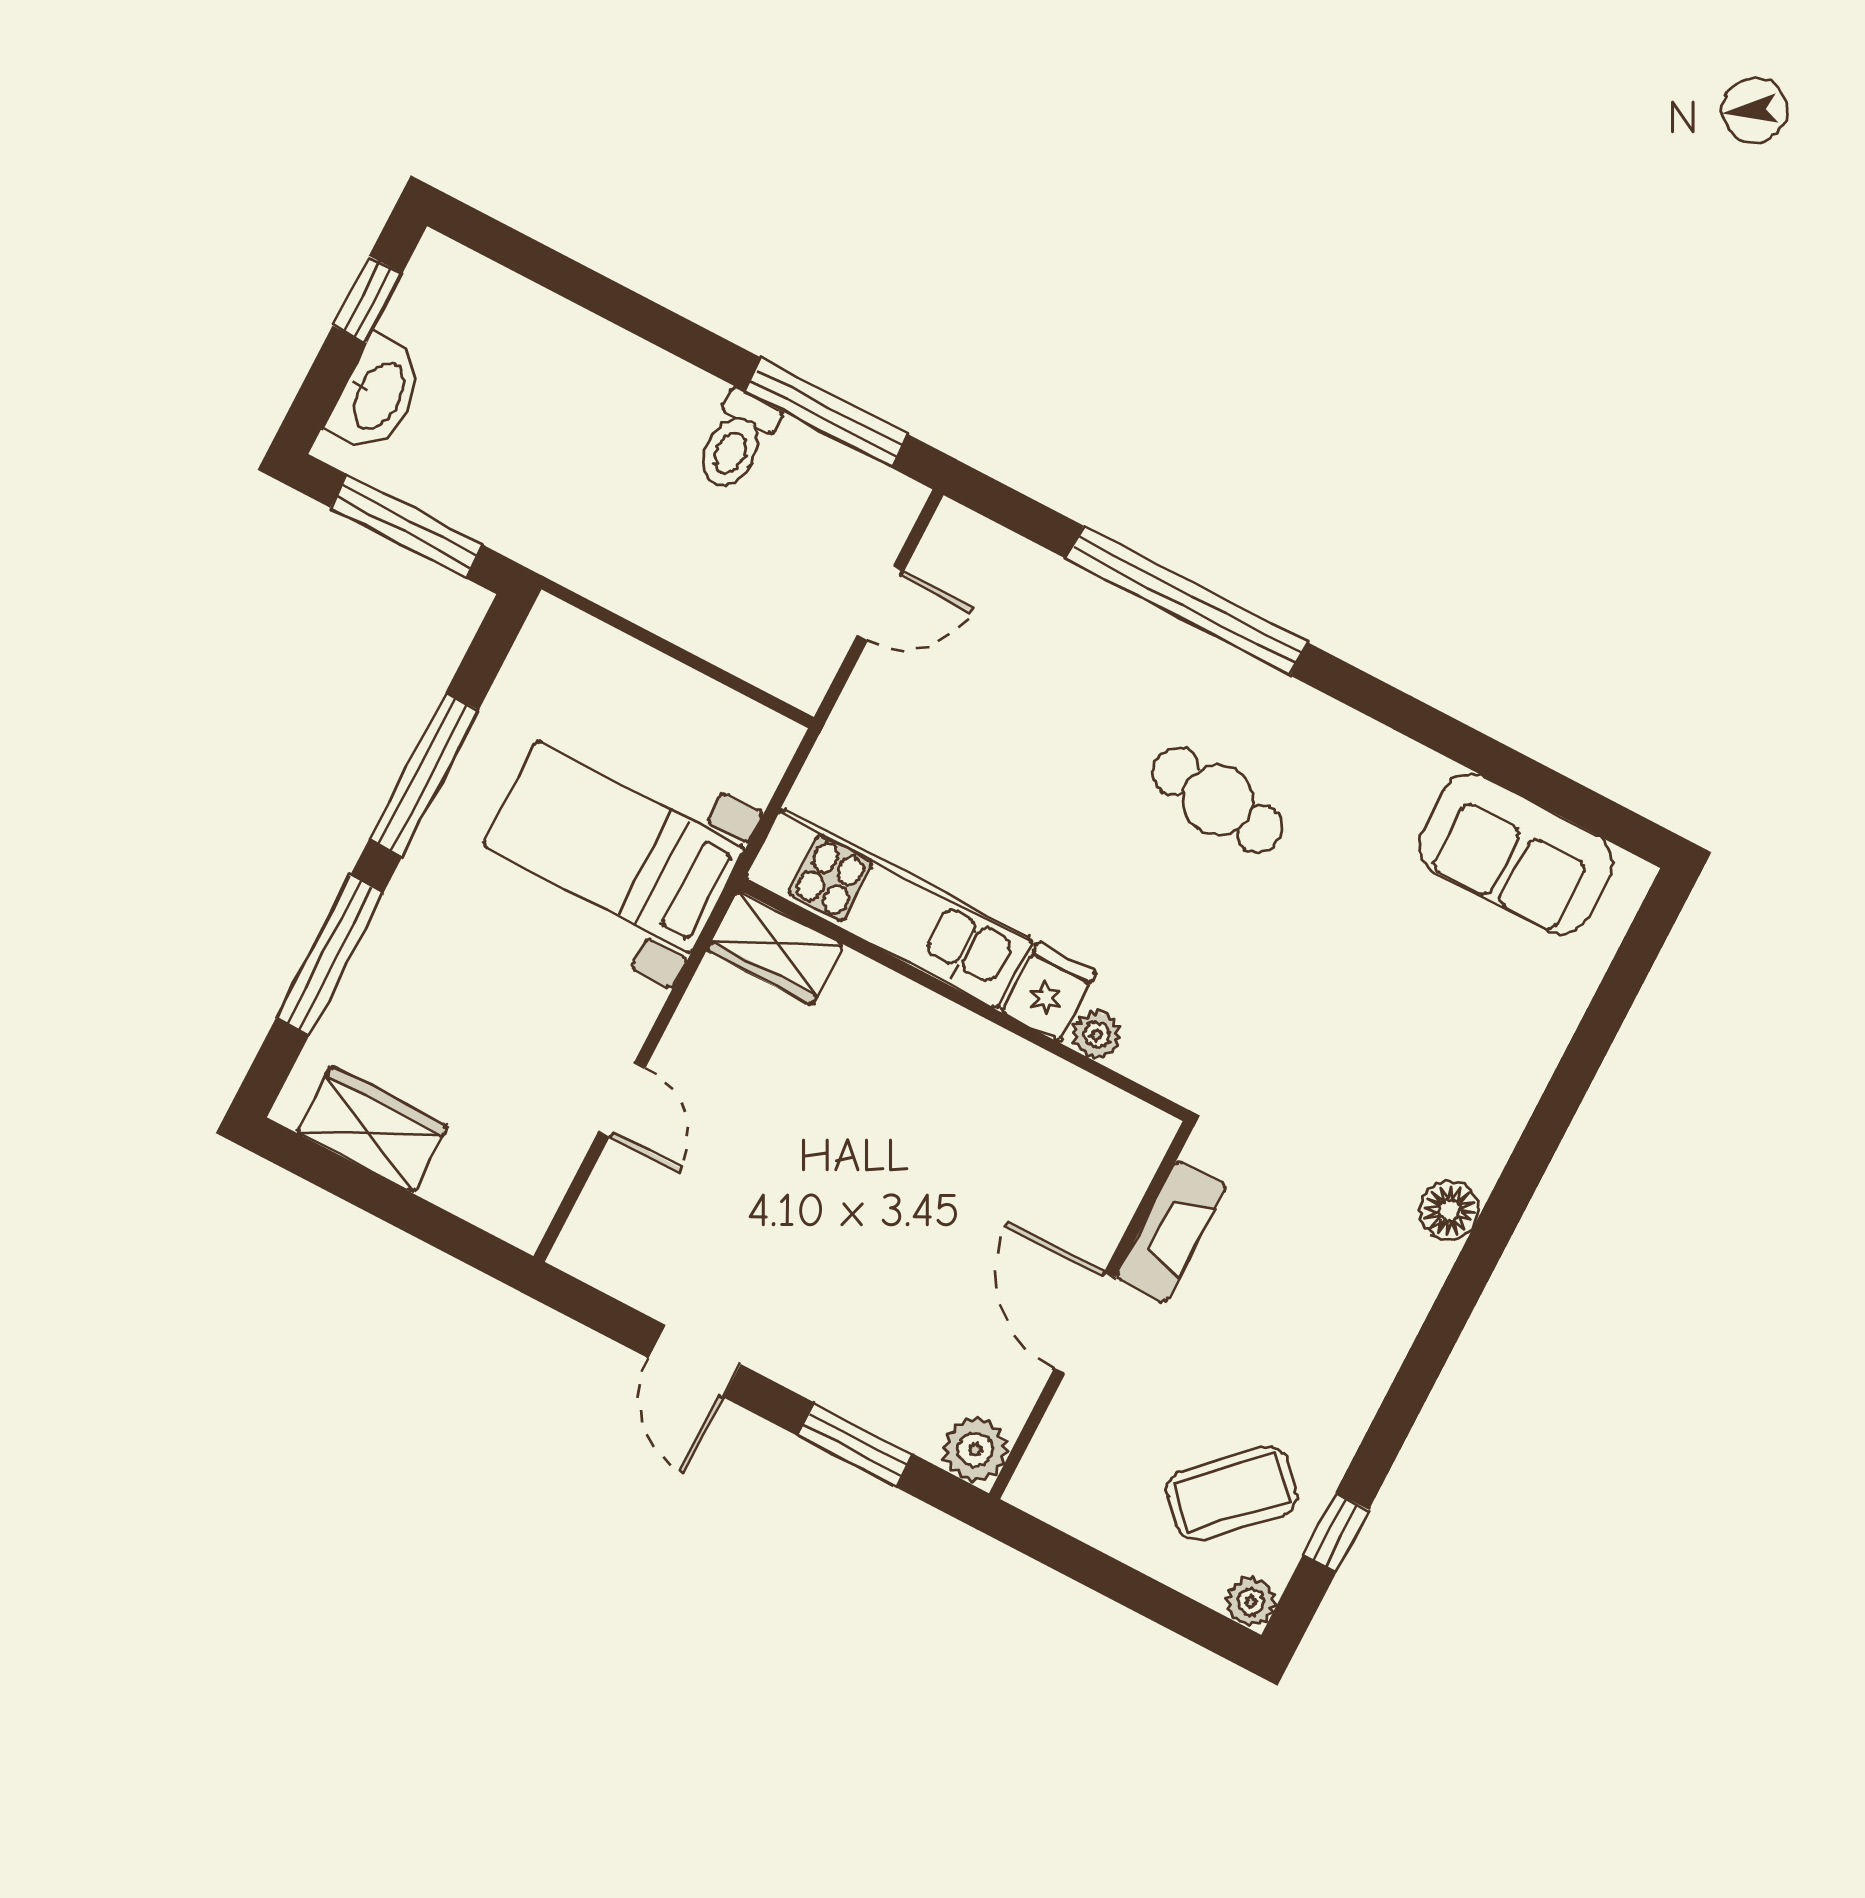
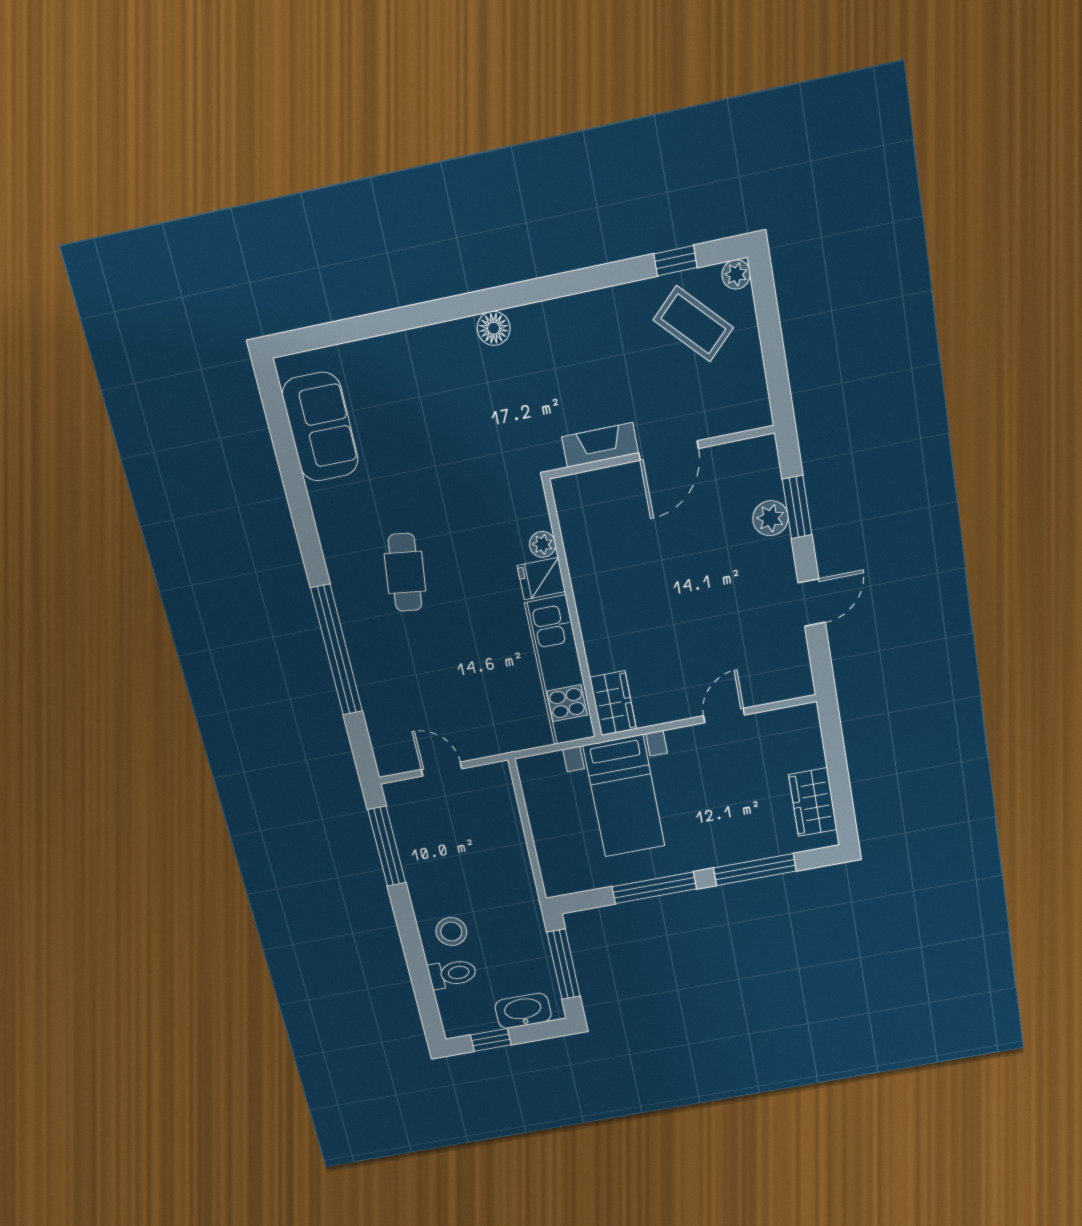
stool: (605, 394) -> (451, 932), added
toilet: (736, 441) -> (452, 974), moved
plant: (975, 1449) -> (770, 518), moved

